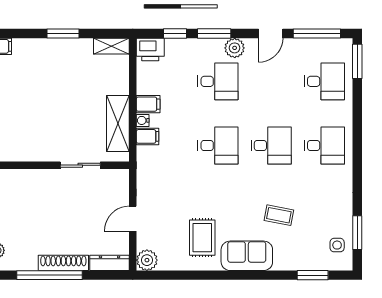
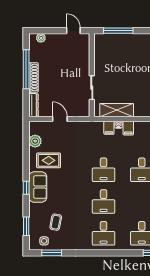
coffee table: (279, 215) -> (56, 222), moved
plant: (147, 260) -> (35, 141), moved
window: (248, 275) -> (26, 188), added

